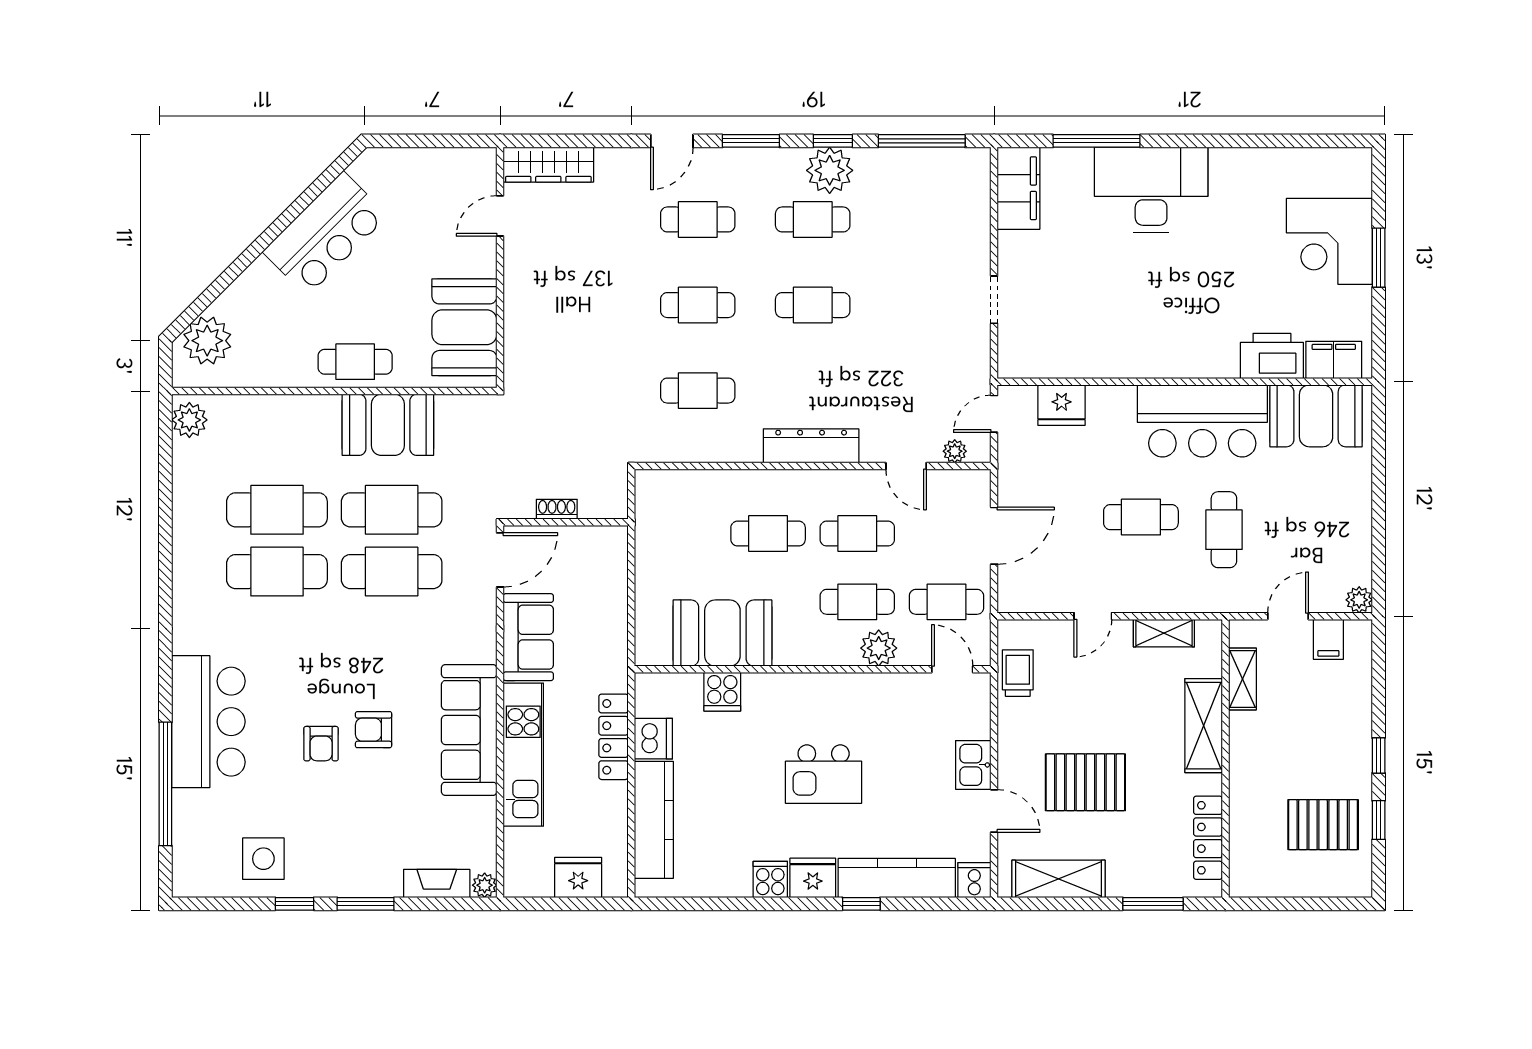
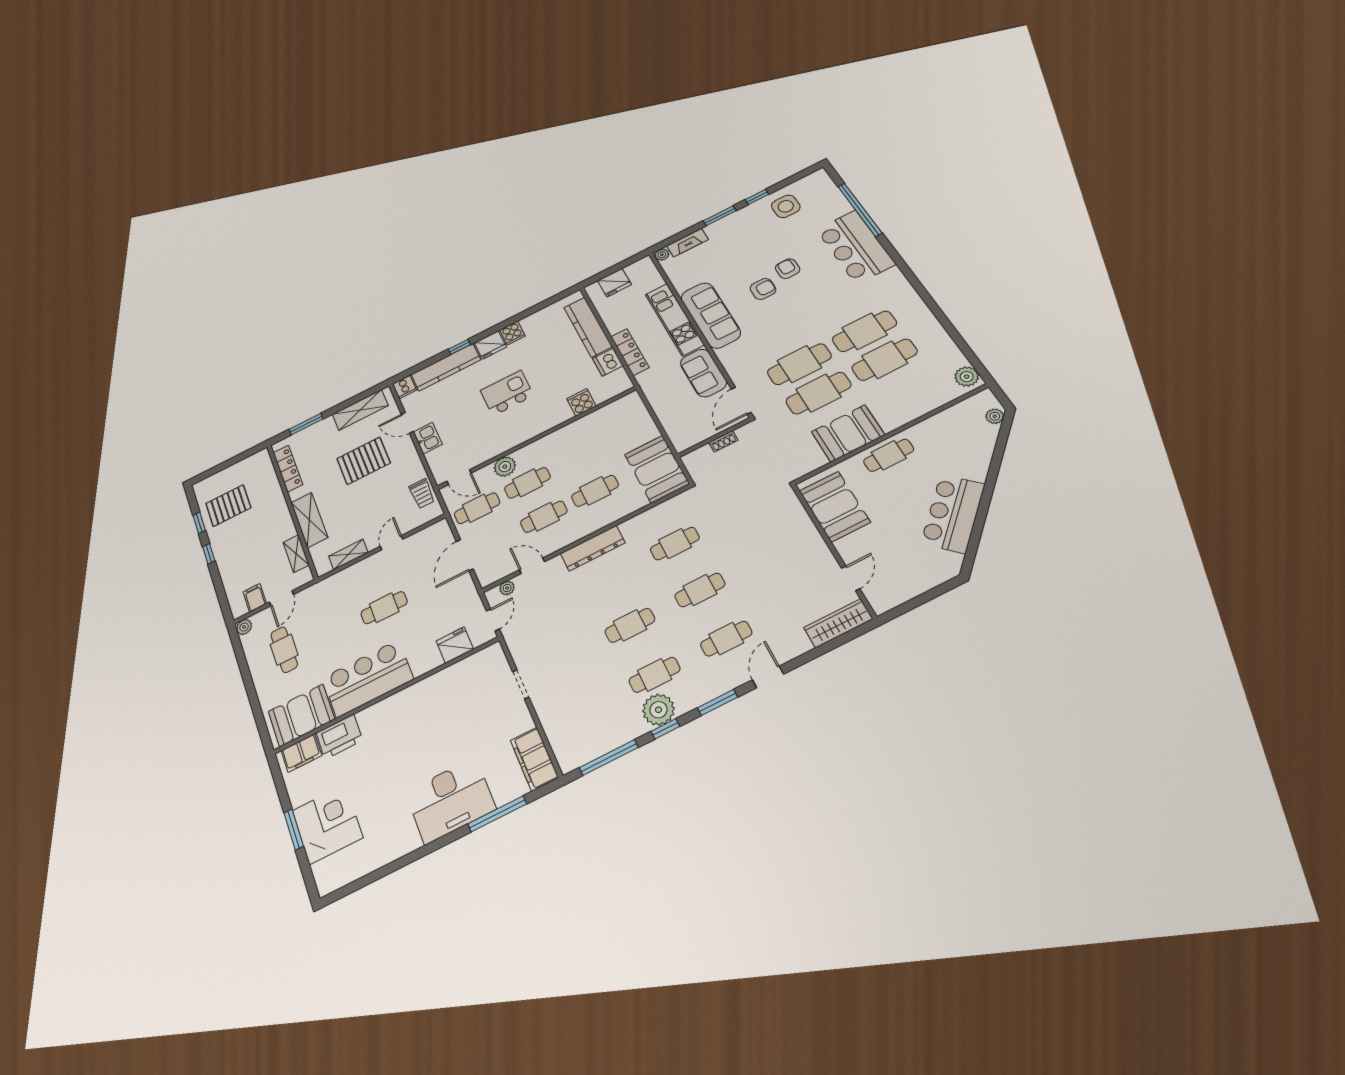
plant: (207, 341) -> (995, 416), width x0.53, depth x0.53
cafe table: (1224, 530) -> (284, 650), moved
booth: (722, 633) -> (657, 469), moved, turned 90

